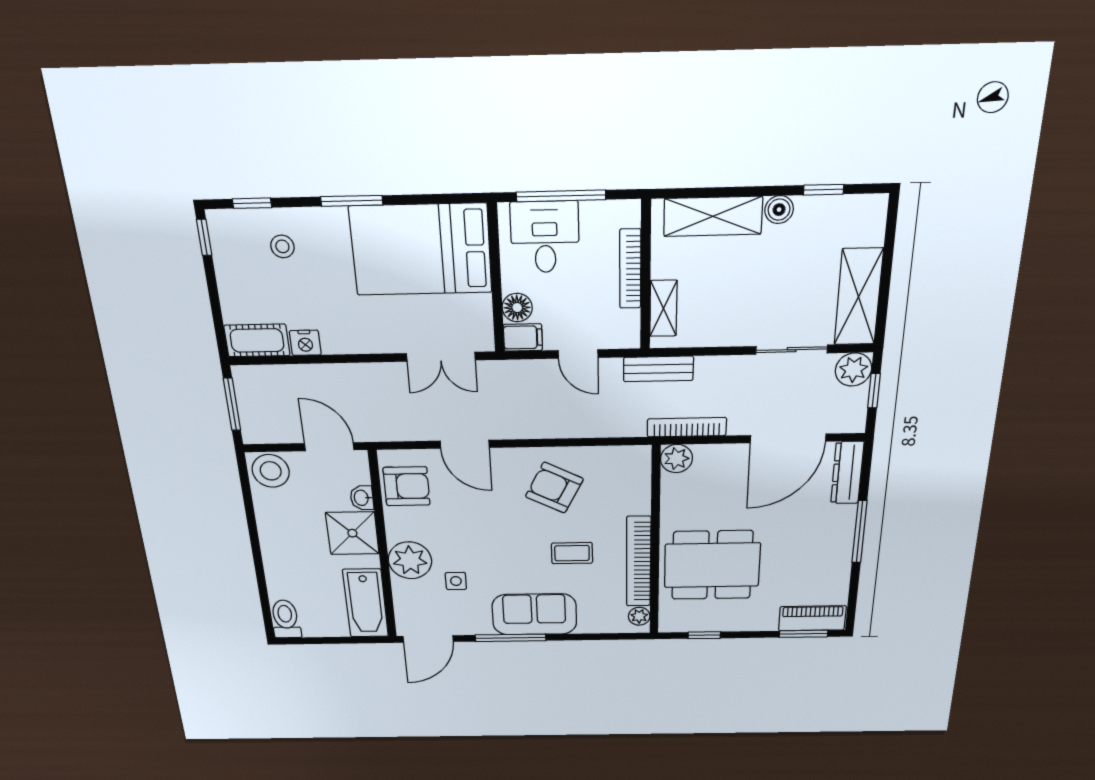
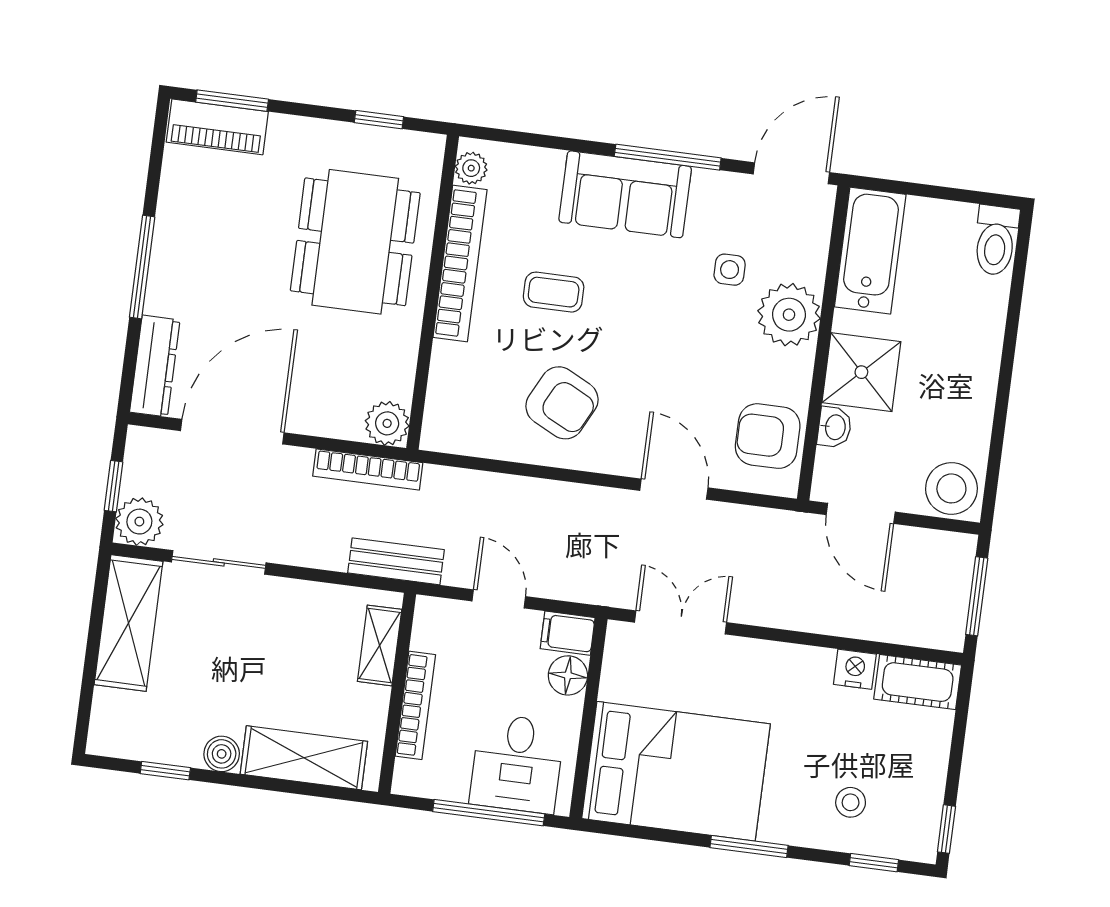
dining table: (712, 565) -> (355, 242), turned 90

